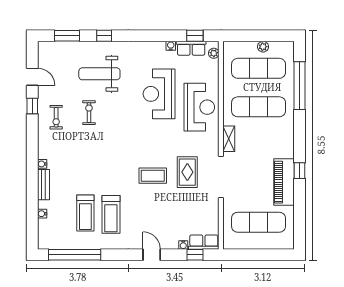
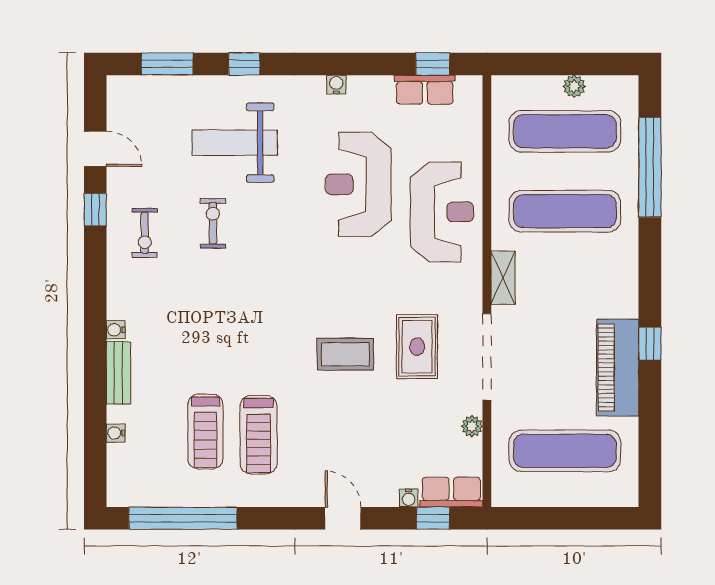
water cooler: (171, 46) -> (336, 85), moved
plant: (214, 53) -> (472, 426), moved

